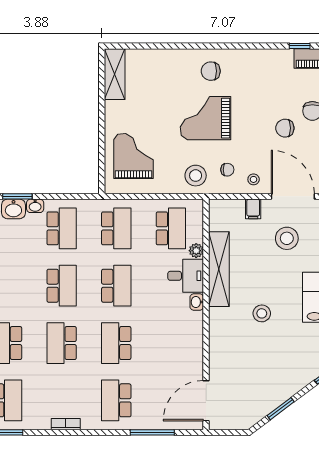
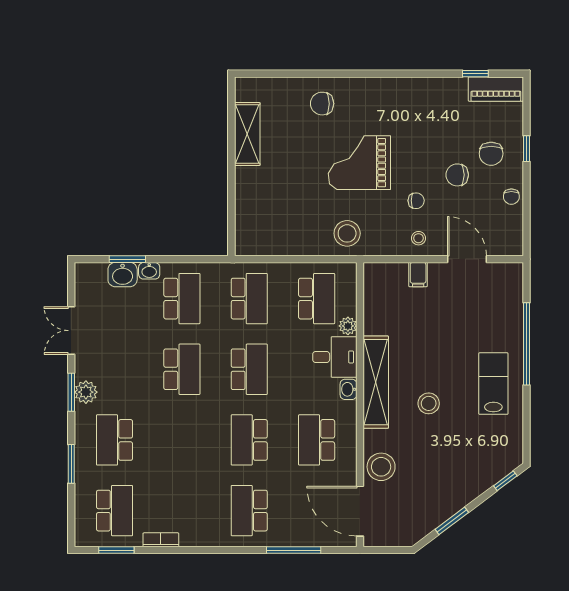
chair: (211, 71) -> (322, 104), moved
shelving: (115, 74) -> (247, 134), moved
grand piano: (134, 156) -> (271, 209), removed
chair: (227, 170) -> (416, 201), moved
door: (293, 196) -> (467, 259), width x0.73
stool: (287, 238) -> (381, 467), moved
shelving: (219, 269) -> (376, 382), moved
school desk: (62, 343) -> (317, 440), moved
door: (206, 401) -> (360, 511), hinge flipped
bookcase: (66, 424) -> (161, 540), moved

